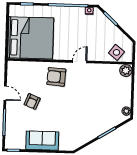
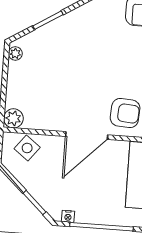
door: (80, 62) -> (87, 136), width x1.87

